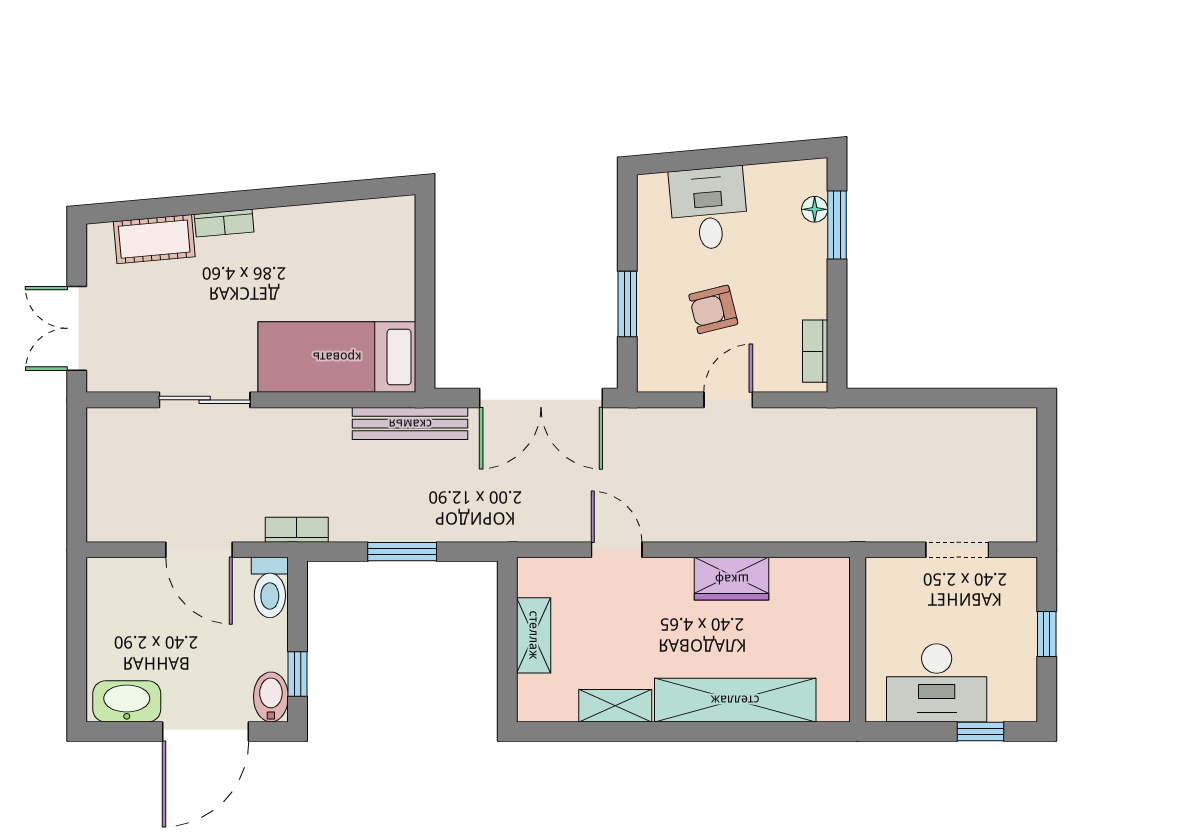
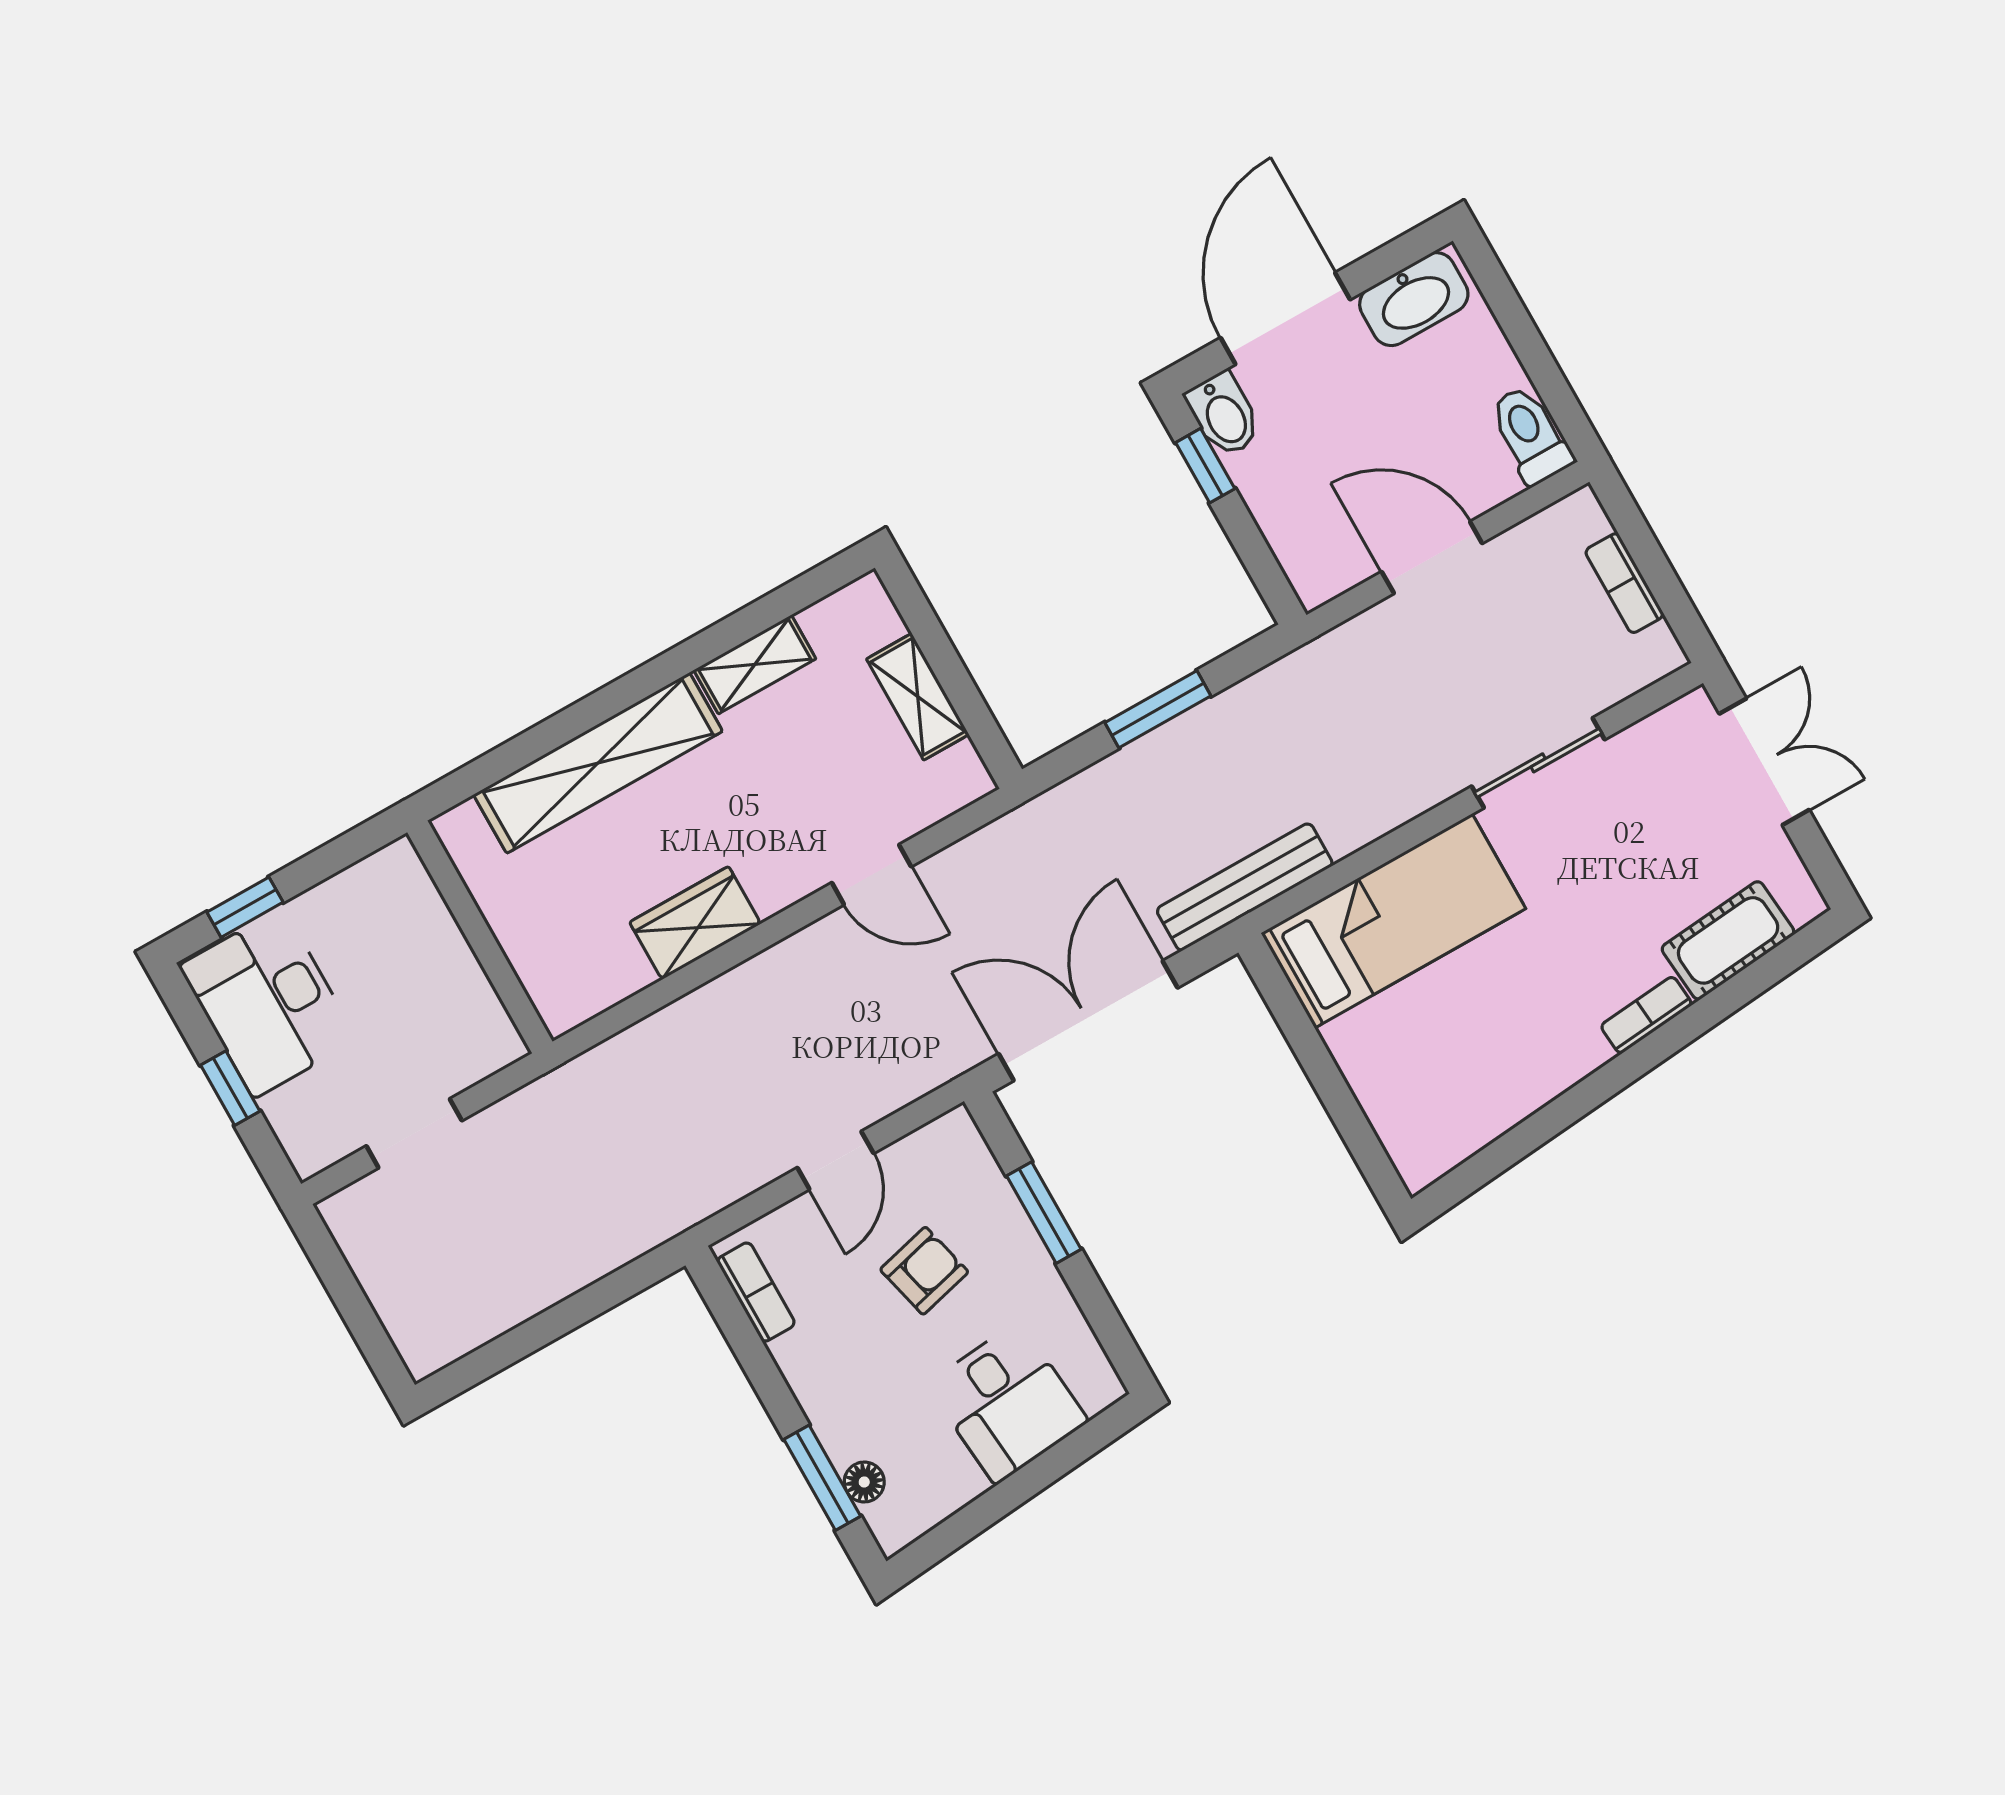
bookcase: (297, 530) -> (1624, 583), moved, turned 90
toilet: (270, 588) -> (1530, 435), moved
desk: (937, 683) -> (268, 1003), moved, turned -90

